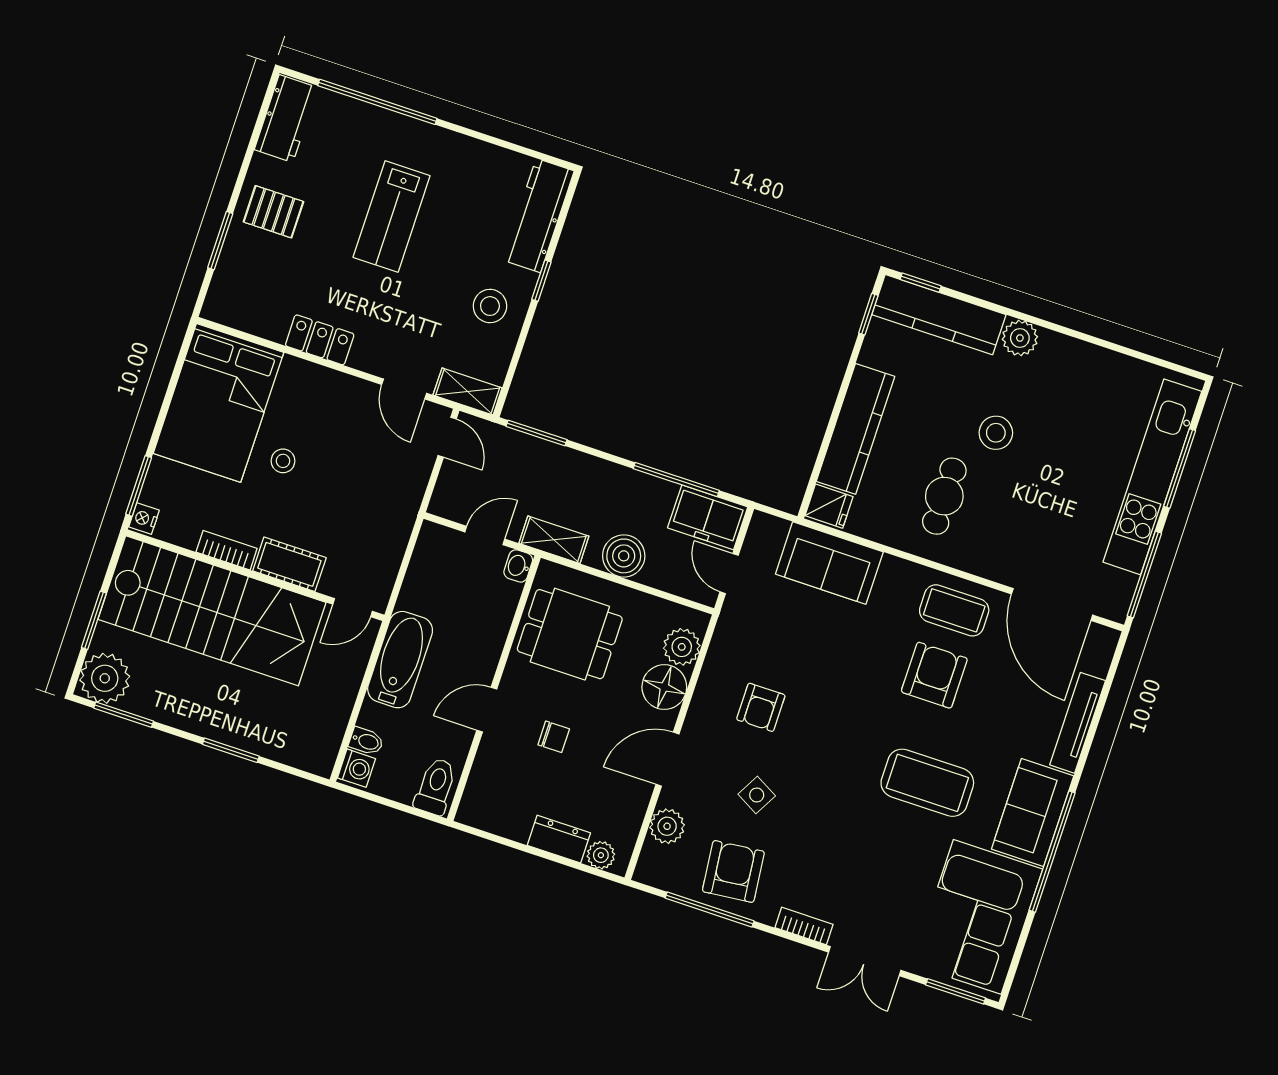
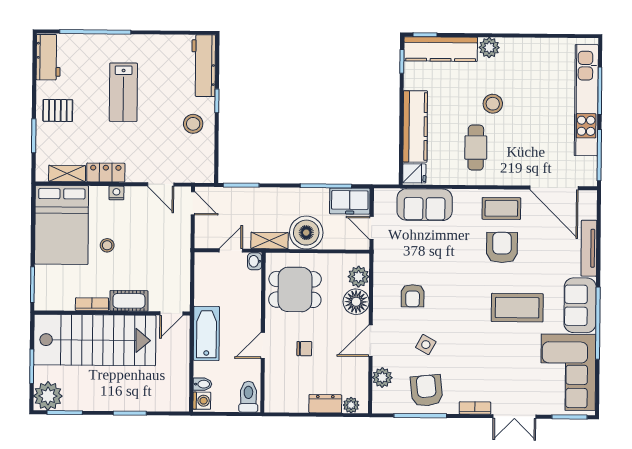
shelving: (468, 391) -> (67, 173), moved
nightstand: (144, 519) -> (116, 193), moved, turned 90
boiler: (624, 556) -> (306, 233), width x1.37, depth x1.37

